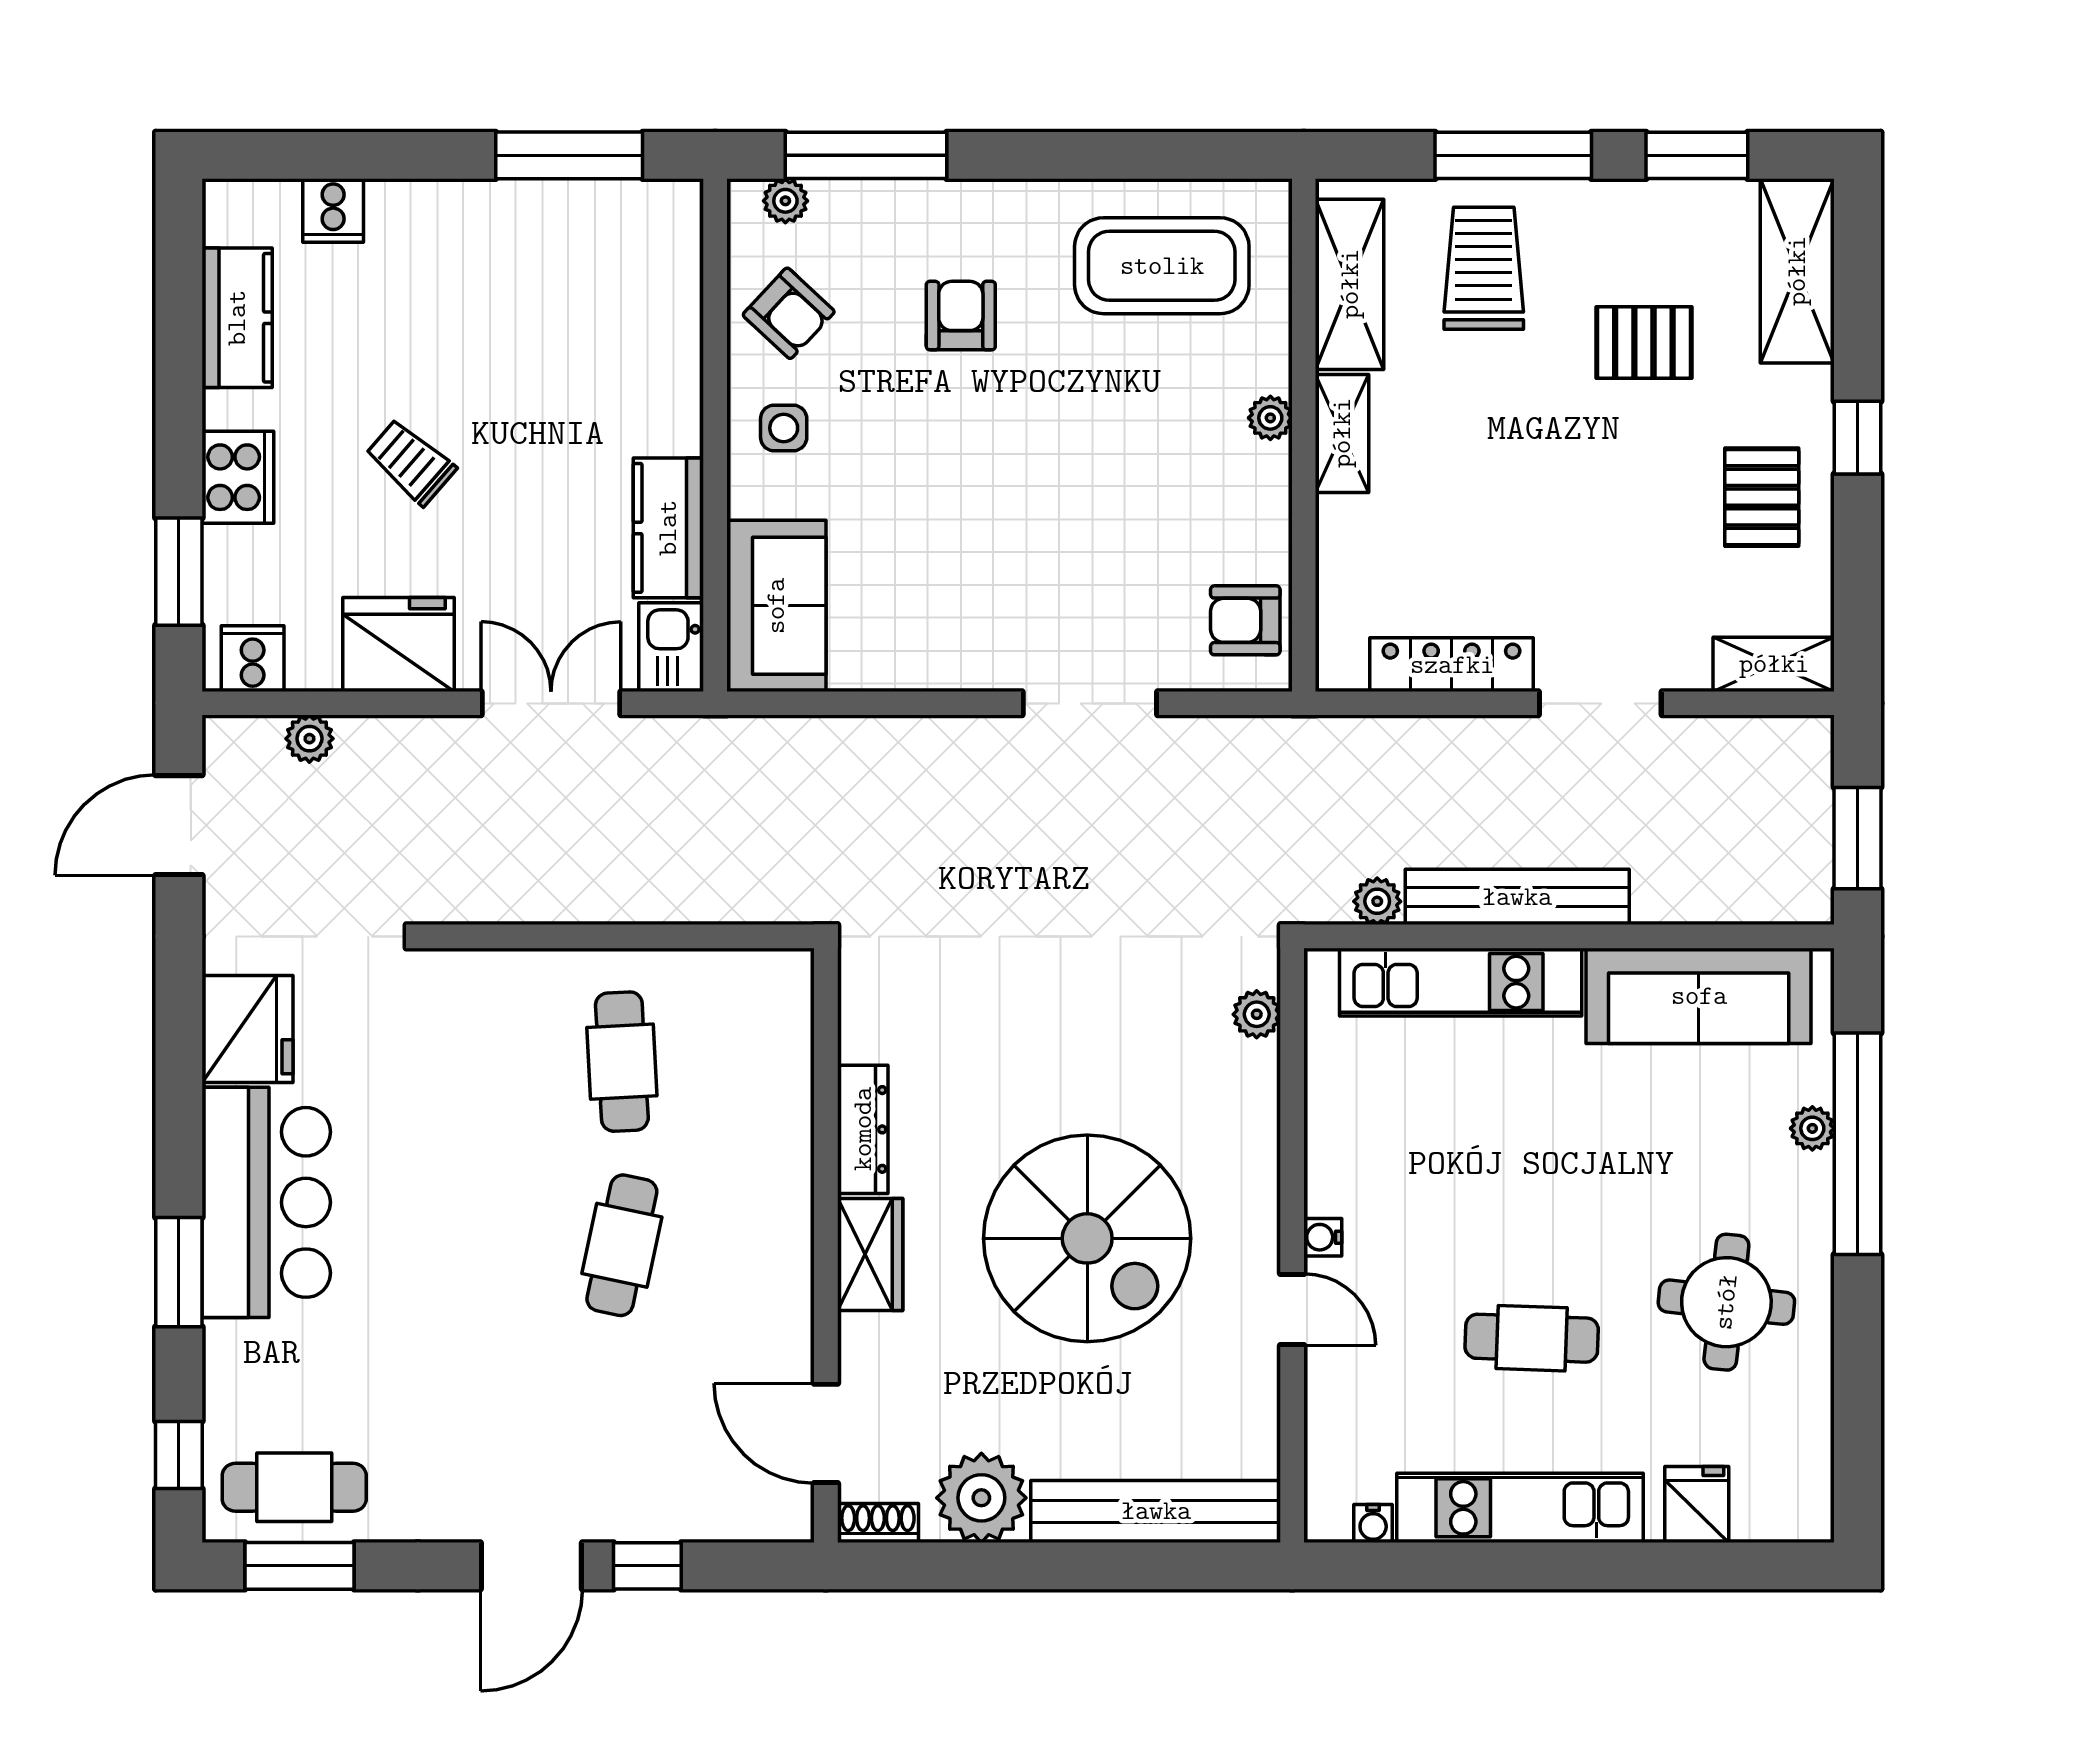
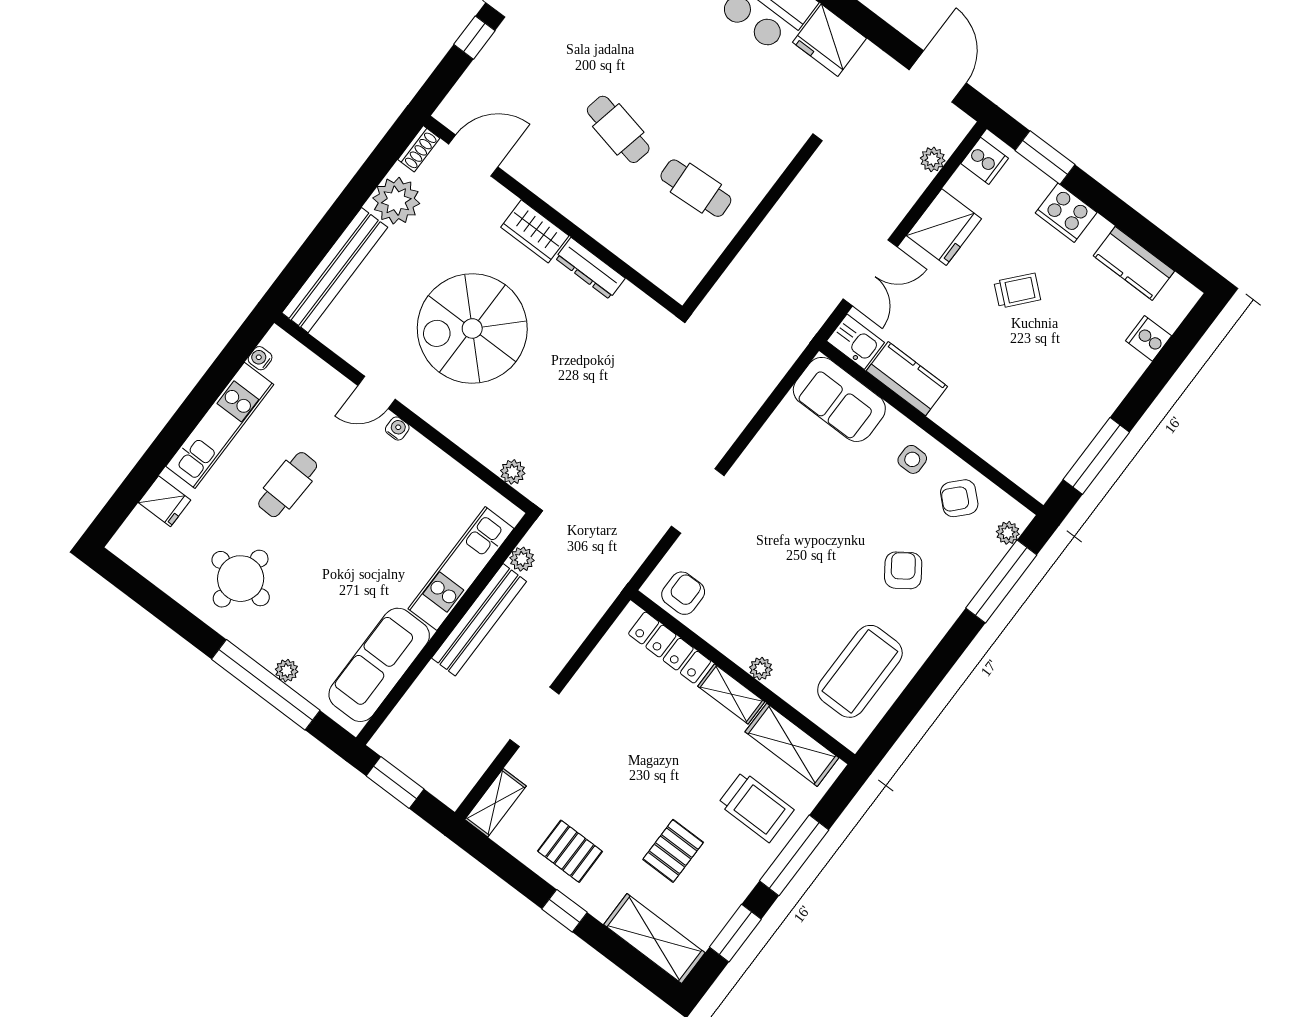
armchair: (961, 316) -> (903, 570), turned -125
locker: (1452, 665) -> (670, 648), moved, turned 90

